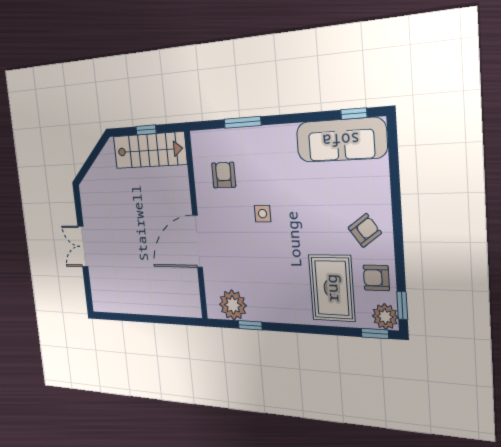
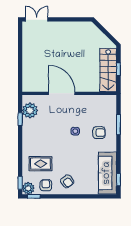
armchair: (224, 175) -> (99, 133), moved
double door: (83, 246) -> (37, 19), moved
rug: (332, 288) -> (40, 164), width x0.73, depth x0.70

